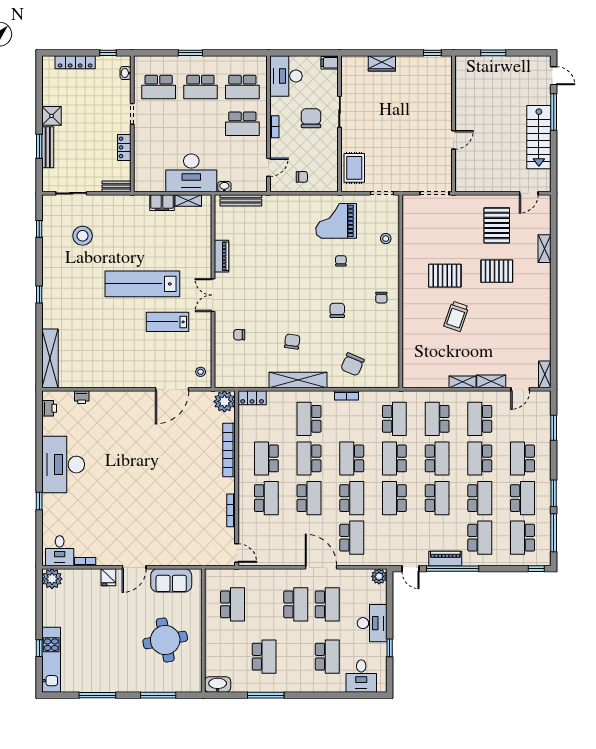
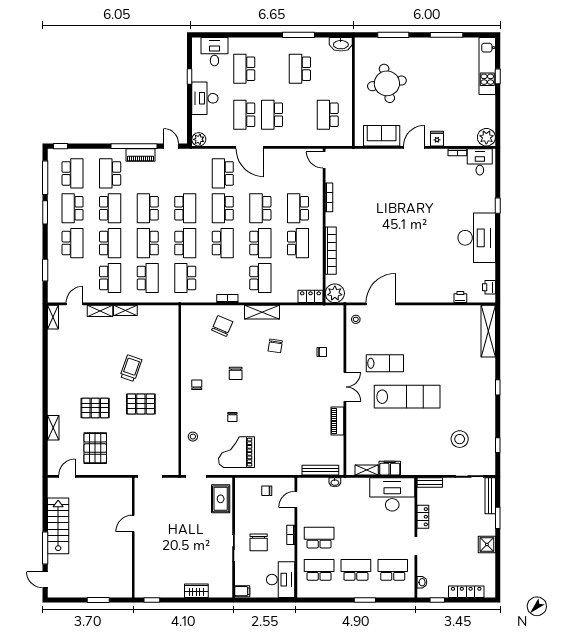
bench: (48, 147) -> (490, 496), moved
desk: (191, 173) -> (392, 494), moved
grand piano: (336, 221) -> (237, 452), turned 180
shelving: (298, 380) -> (262, 312), width x0.68
school desk: (480, 498) -> (110, 208), turned 180

